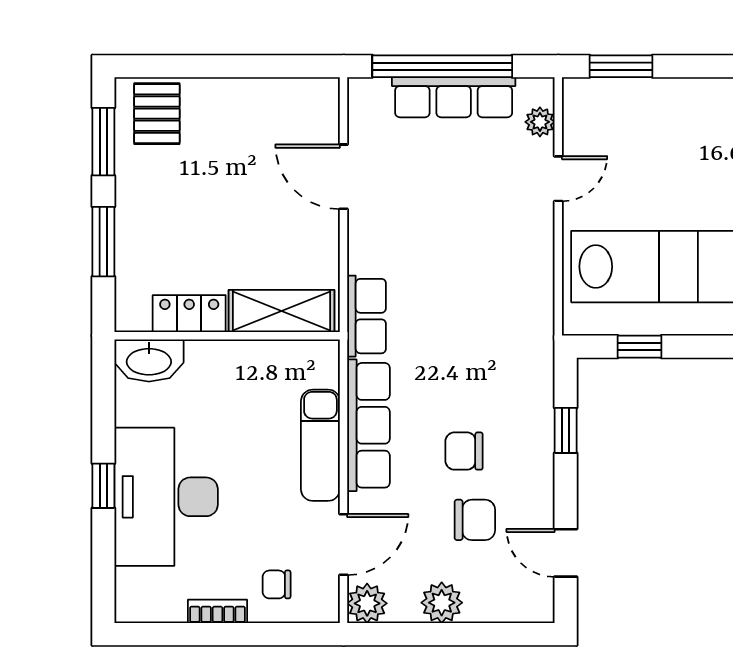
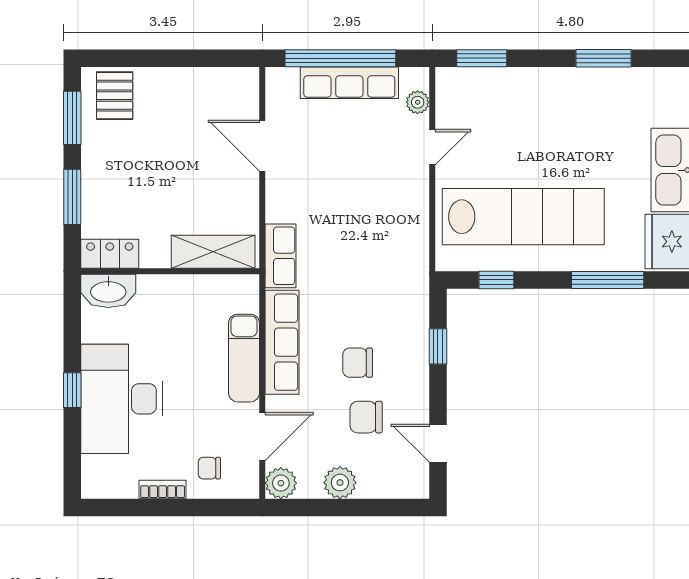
locker: (189, 314) -> (110, 254), moved
chair: (475, 520) -> (366, 417), turned 180

